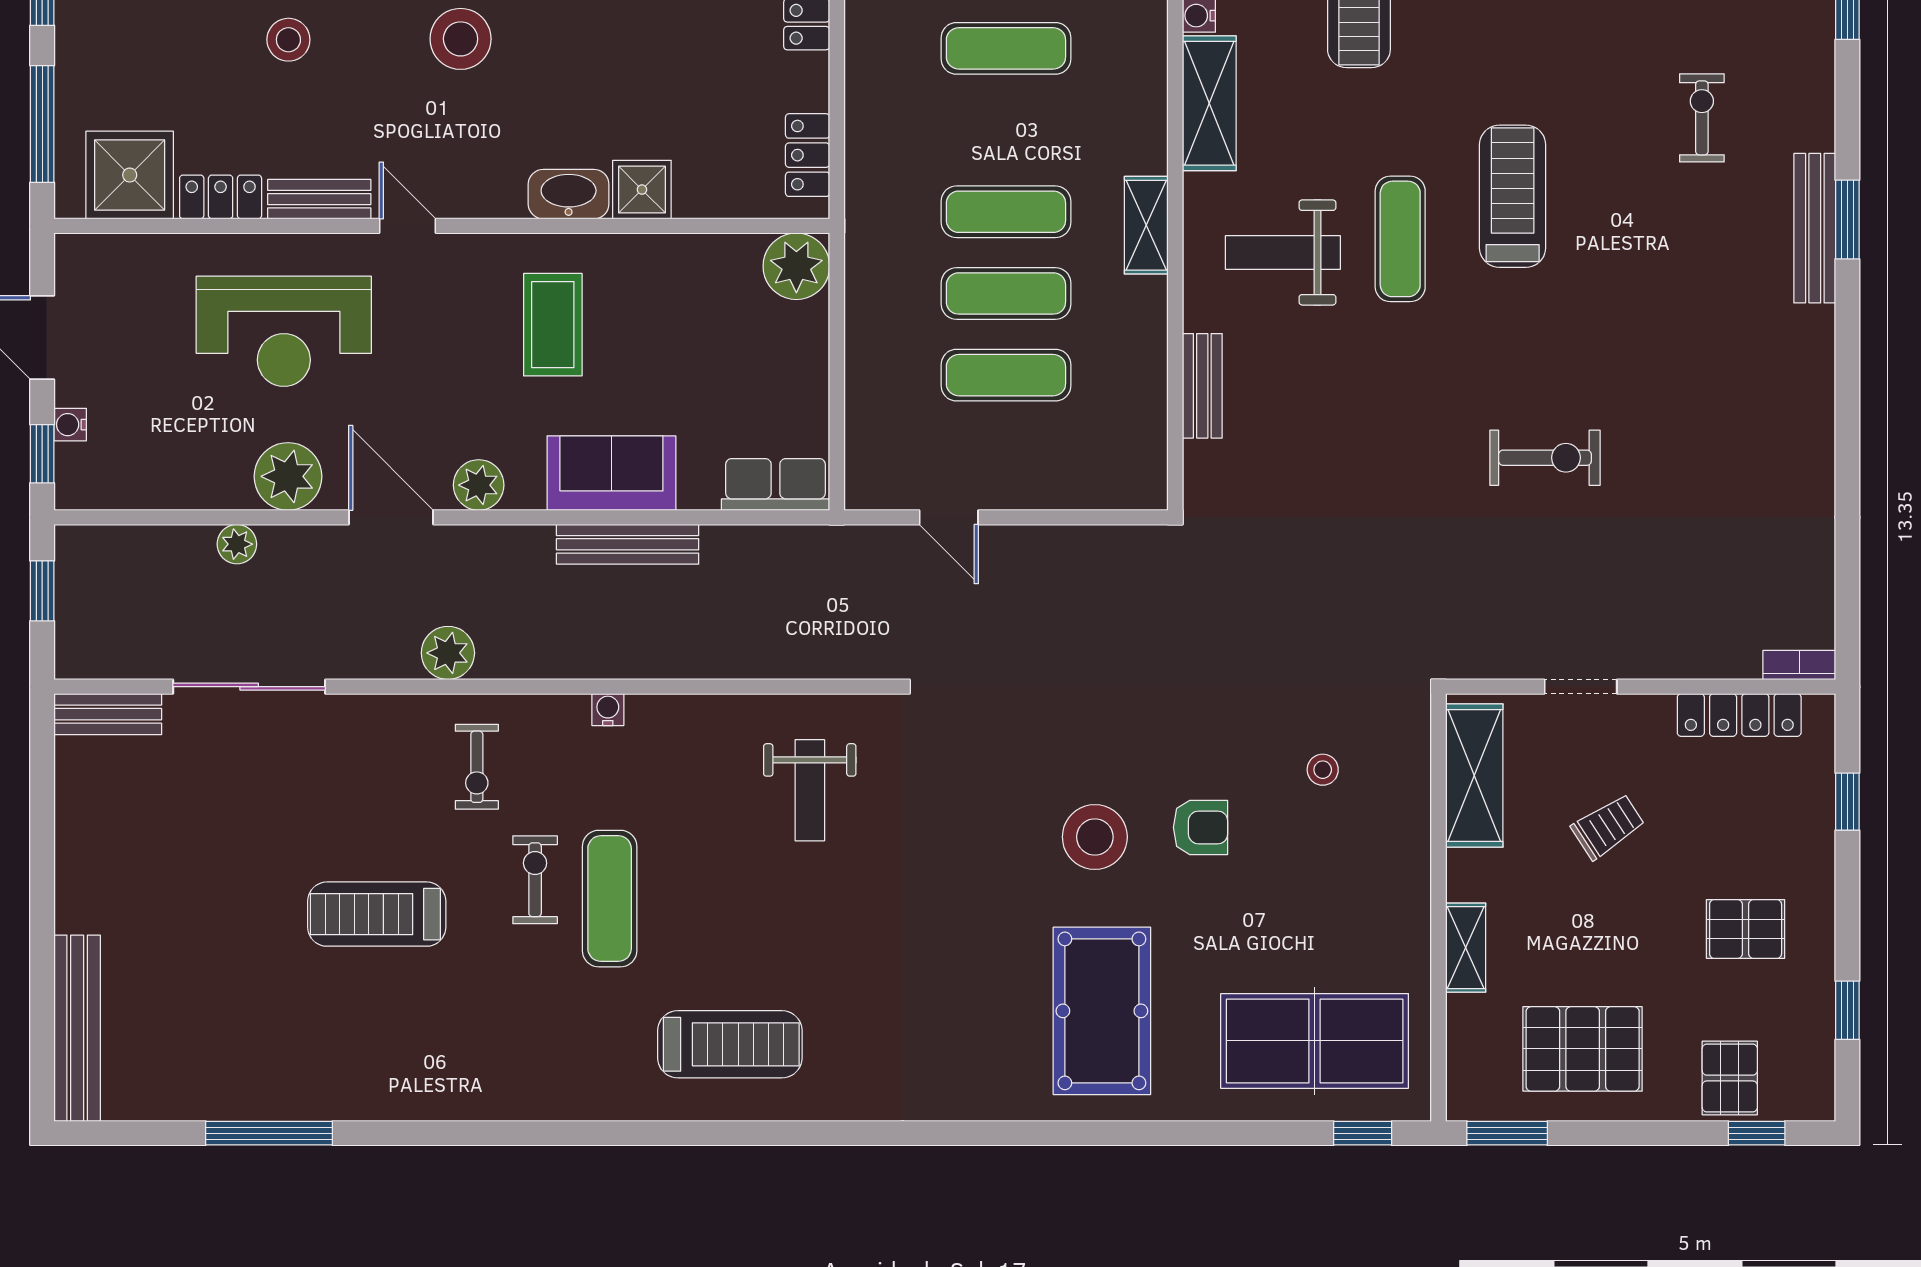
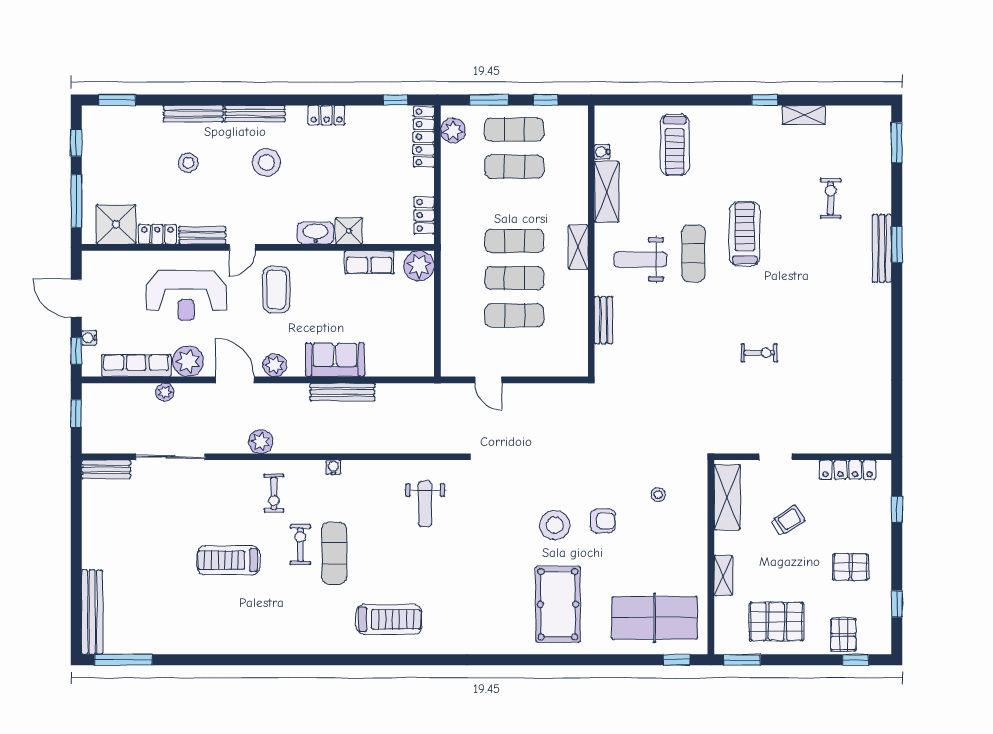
door: (408, 226) -> (242, 247), swing flipped
coffee table: (553, 325) -> (276, 289), moved
exercise bike: (1545, 458) -> (759, 353), width x0.73, depth x0.72
row of seats: (776, 484) -> (369, 262), moved, turned 180
row of seats: (174, 486) -> (136, 365), added
bookcase: (1799, 665) -> (875, 447), removed
window: (269, 1133) -> (123, 660), moved

